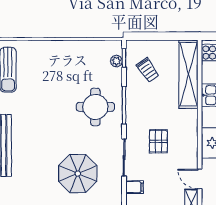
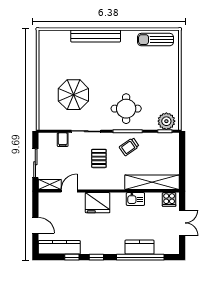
plant: (116, 61) -> (166, 121), width x1.88, depth x1.88
trolley: (148, 70) -> (129, 147), moved
pallet: (158, 141) -> (99, 158), turned 90

